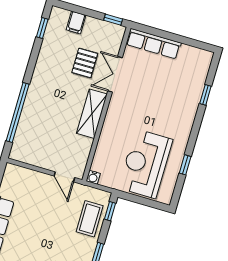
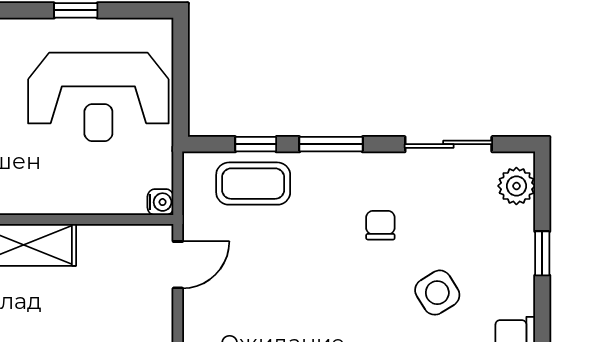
window: (110, 211) -> (256, 144), moved

